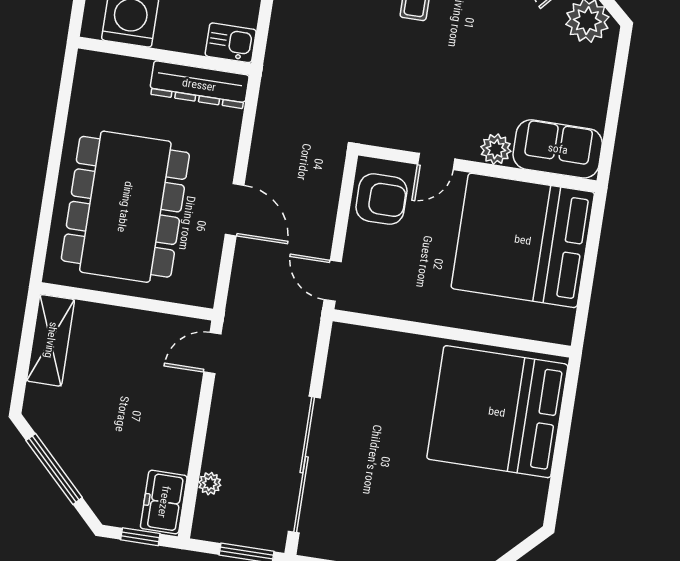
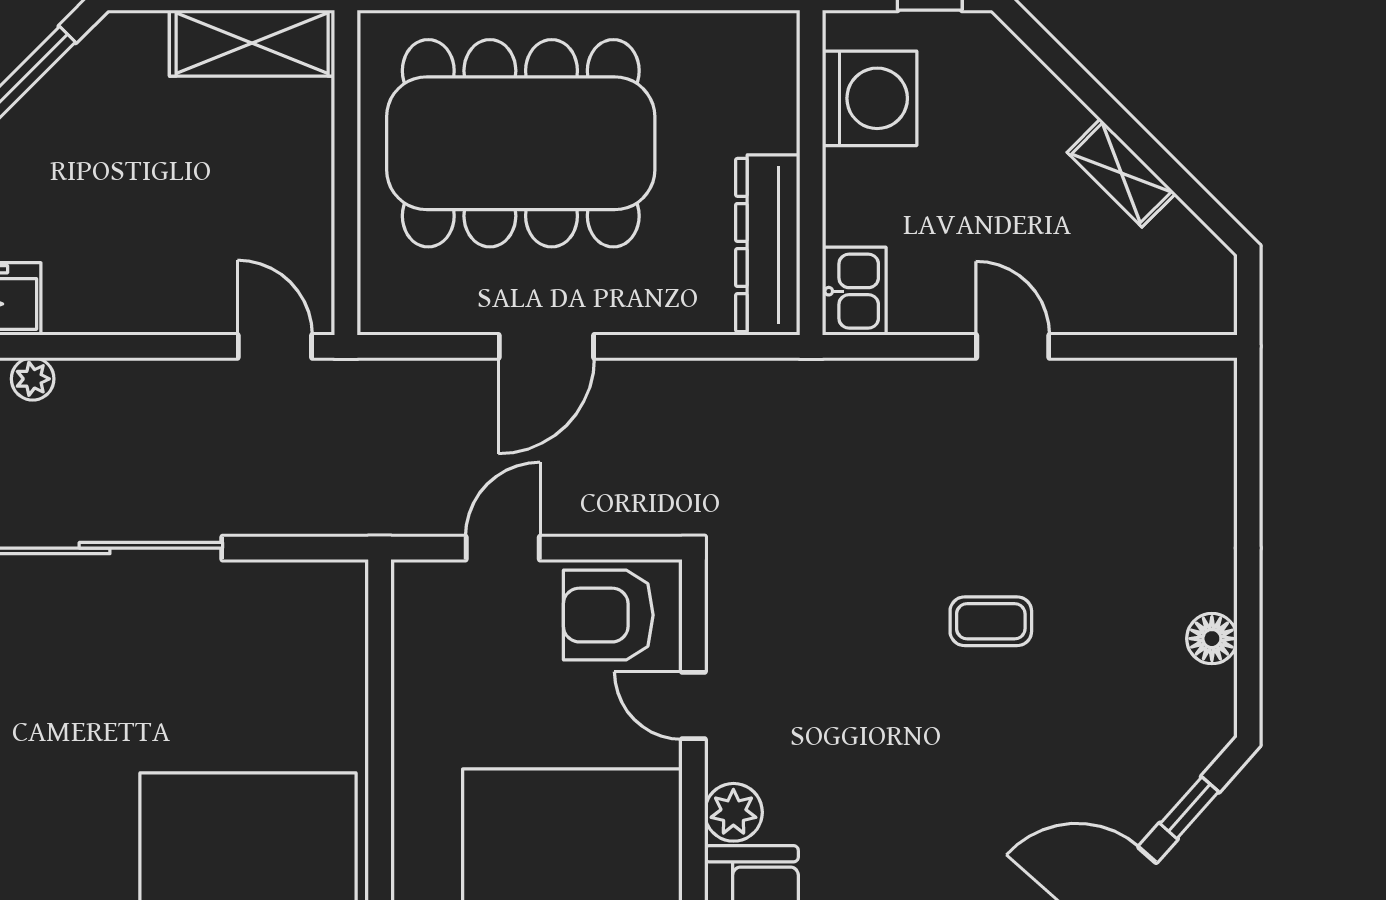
armchair: (381, 199) -> (608, 615), turned 90
door: (333, 281) -> (503, 548), moved

